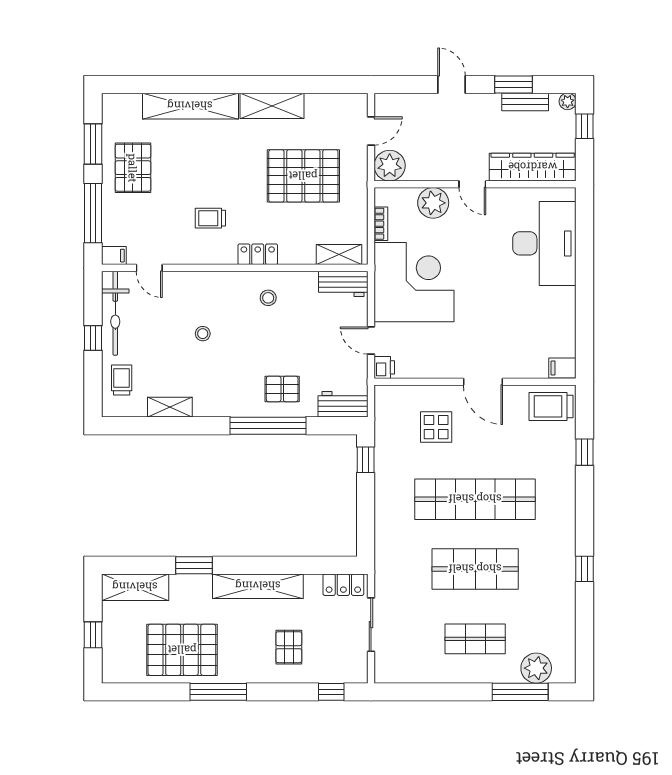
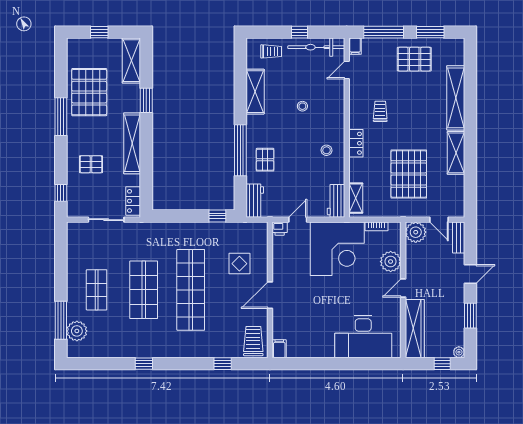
bench: (525, 102) -> (459, 237), moved
shelving: (170, 407) -> (255, 92), width x1.50, depth x1.33

